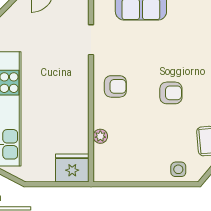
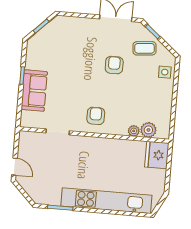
armchair: (171, 93) -> (114, 65), moved
plant: (103, 155) -> (148, 130), added

